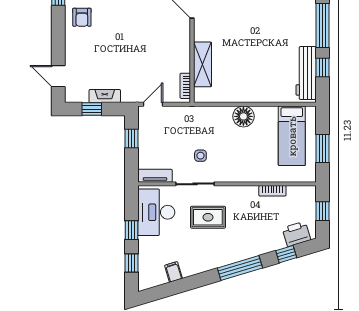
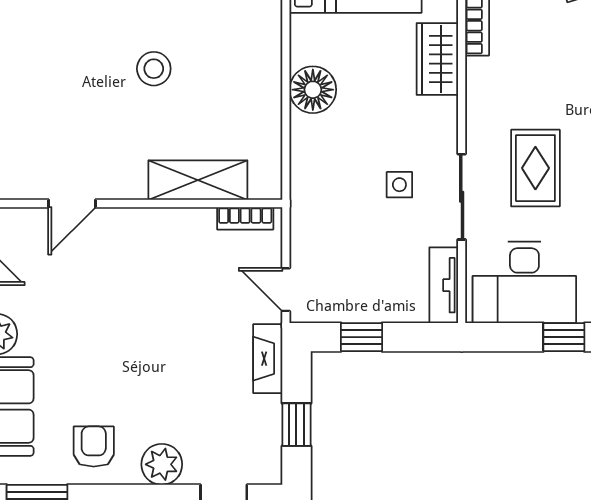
armchair: (82, 17) -> (94, 447), turned -90
stool: (253, 44) -> (154, 69), added
plant: (74, 48) -> (162, 464), added
fireplace: (105, 96) -> (268, 359), moved
wardrobe: (257, 173) -> (437, 59), added

